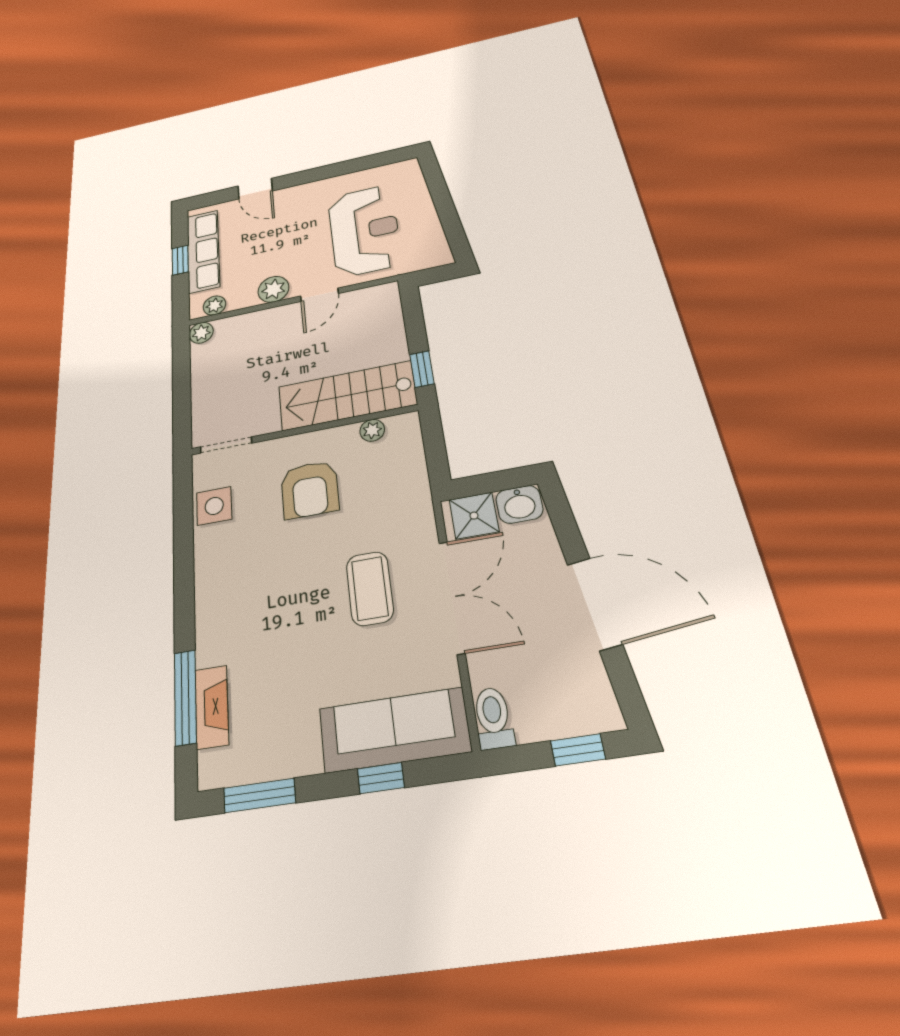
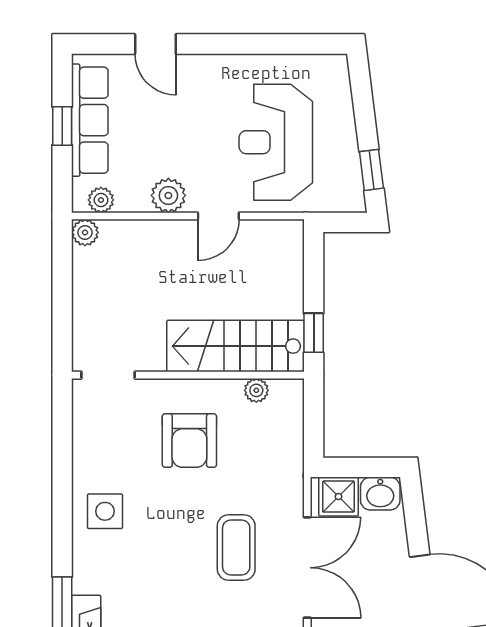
reception desk: (364, 230) -> (276, 142), turned 180
window: (454, 231) -> (371, 170), added
side table: (214, 506) -> (105, 511), moved

